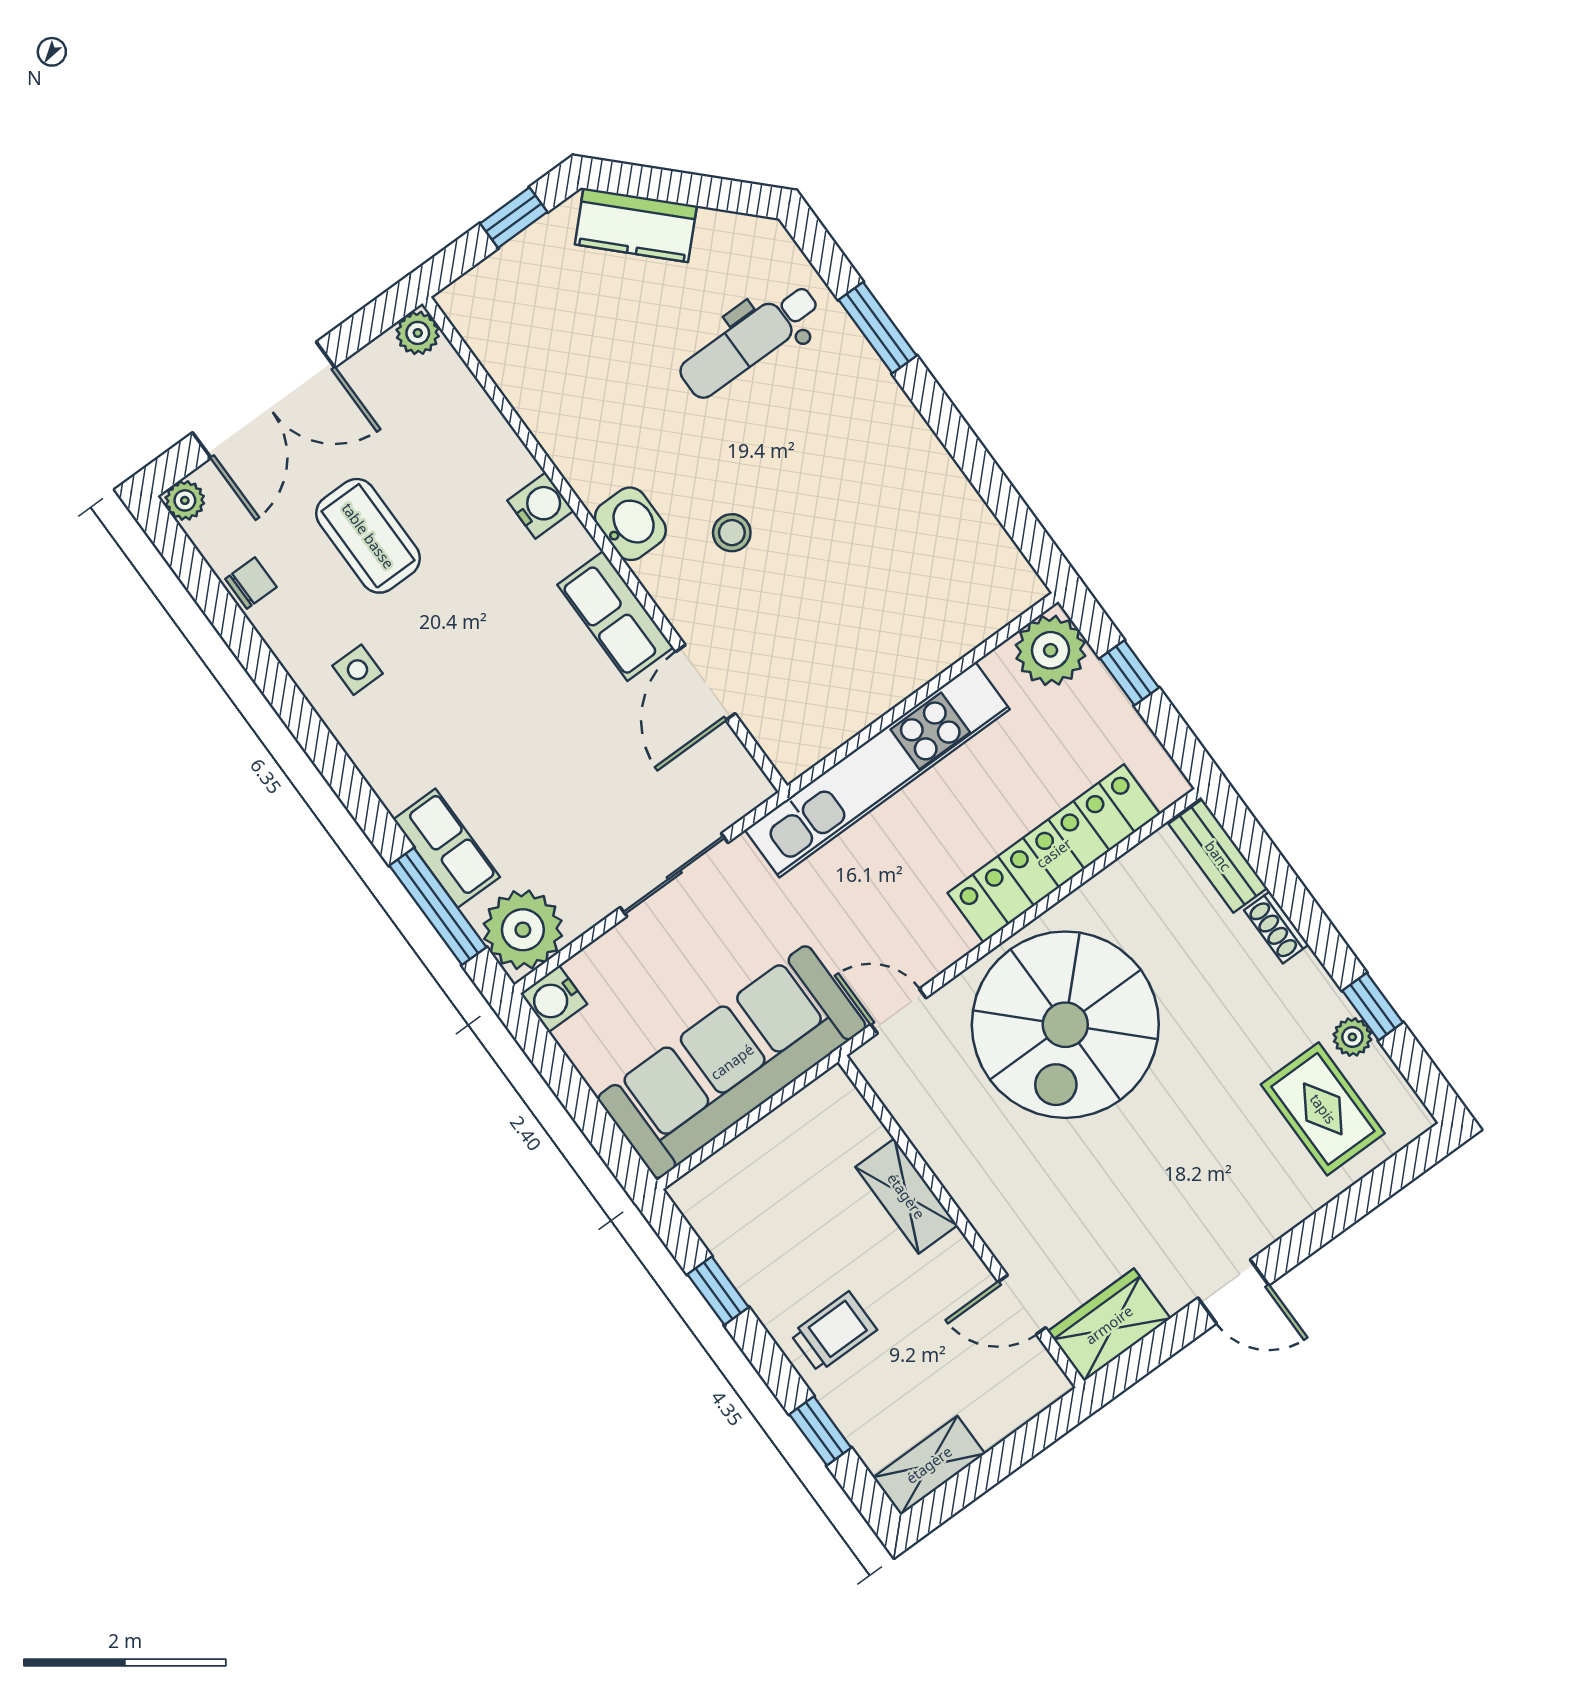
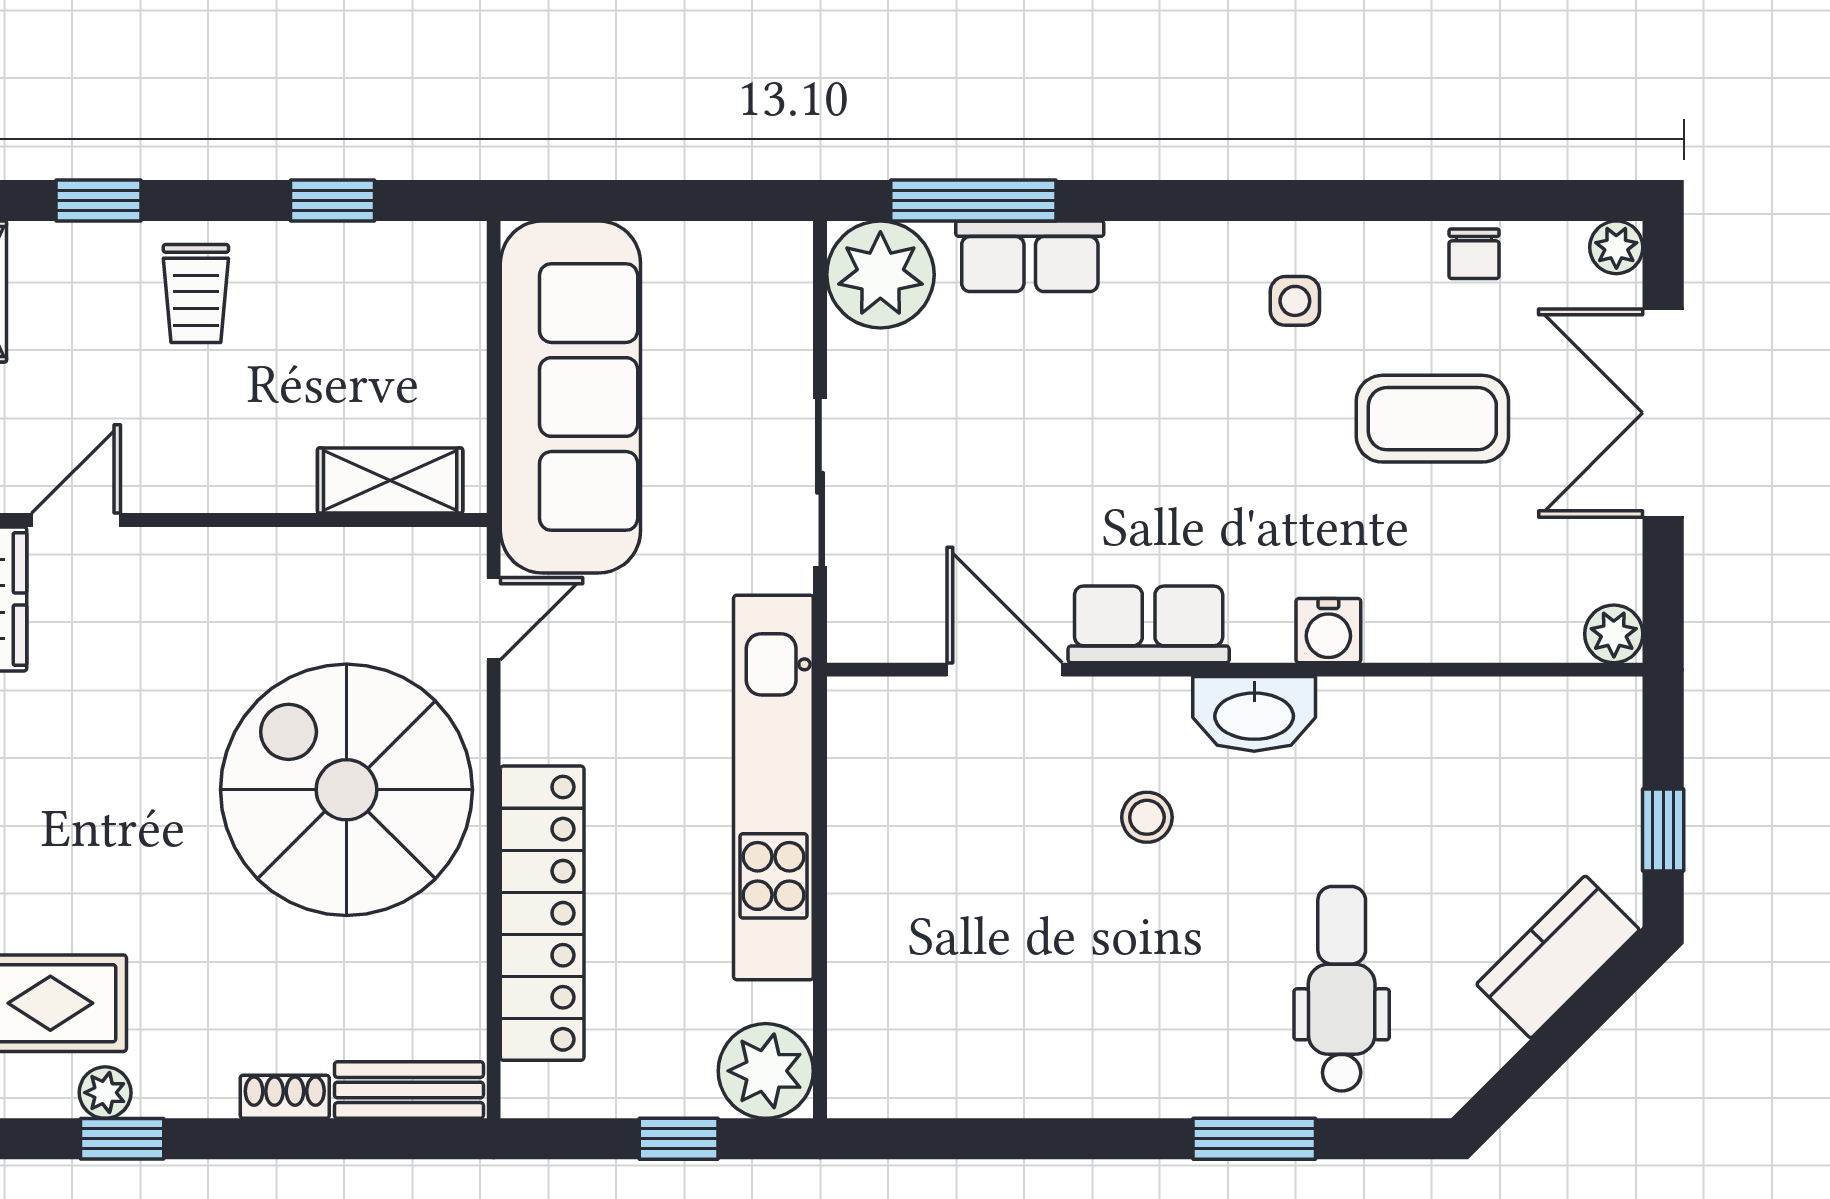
washbasin: (630, 524) -> (1254, 714), width x1.38
water cooler: (554, 999) -> (781, 253), removed
shelving: (906, 1196) -> (390, 481), moved

